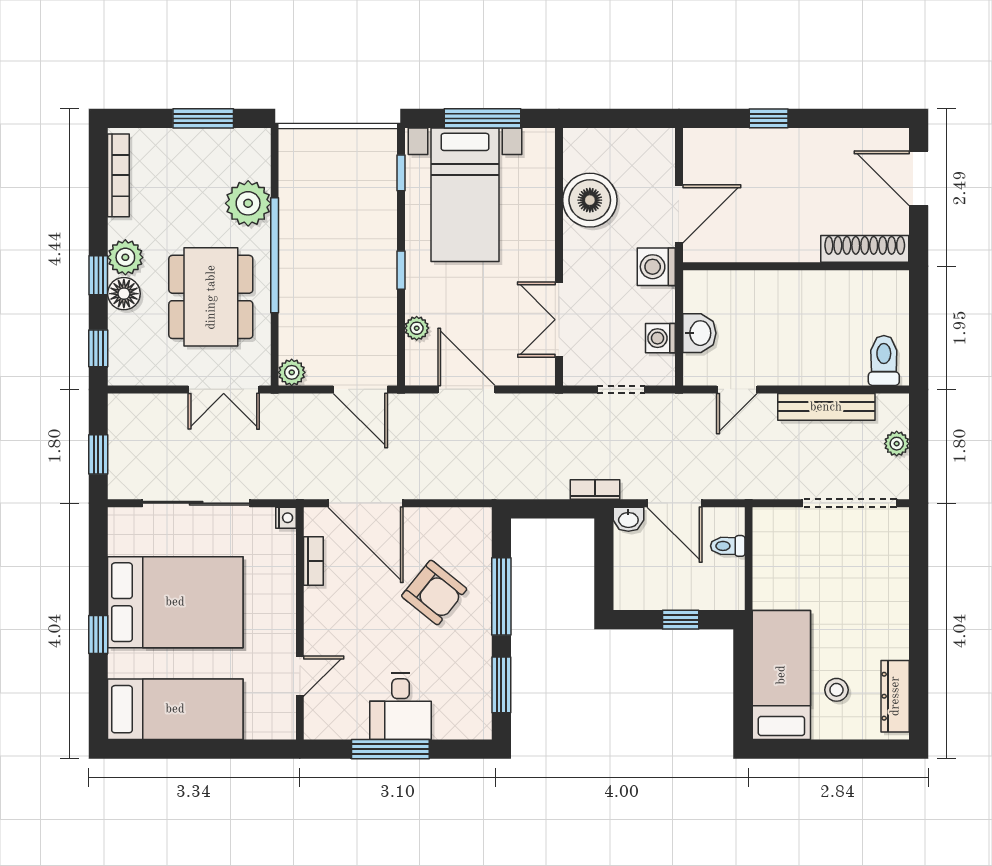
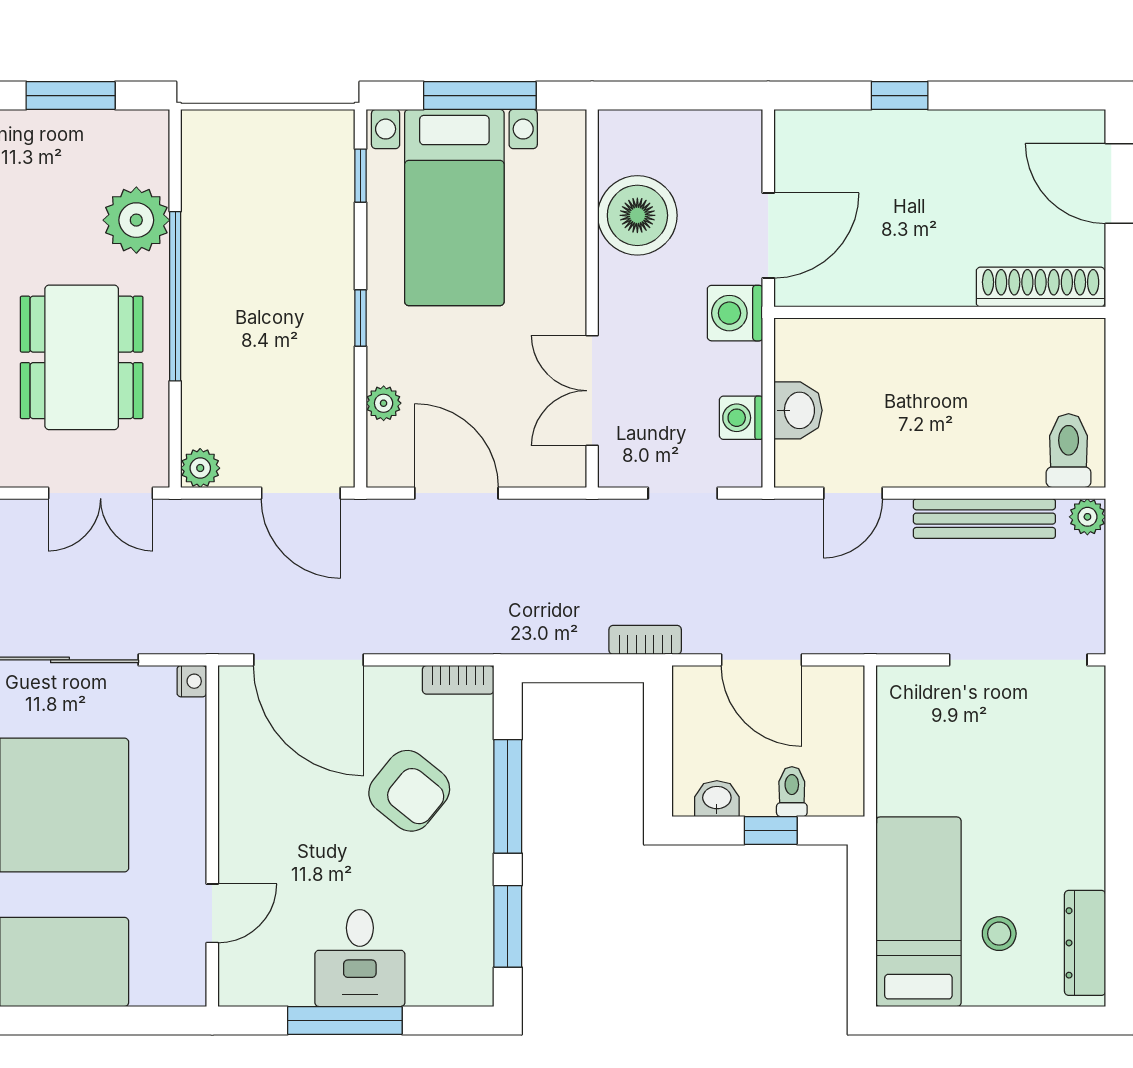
plant: (897, 444) -> (1087, 517), moved
washbasin: (628, 519) -> (717, 799), moved, turned 180
toilet: (728, 546) -> (792, 792), moved, turned 90
bookcase: (313, 561) -> (458, 680), moved, turned 90

